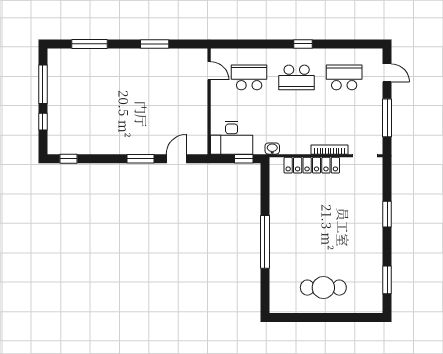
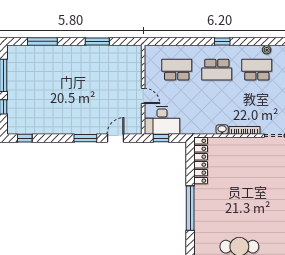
plant: (356, 54) -> (267, 50), added
door: (209, 71) -> (143, 96), moved
washbasin: (272, 149) -> (222, 129), moved
window: (244, 159) -> (161, 138), moved
locker: (312, 165) -> (201, 161), moved, turned -90

